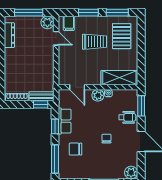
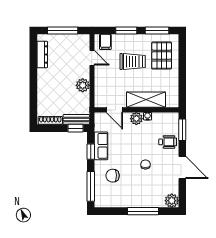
plant: (47, 22) -> (83, 85), moved
shelving: (119, 78) -> (146, 100), moved

